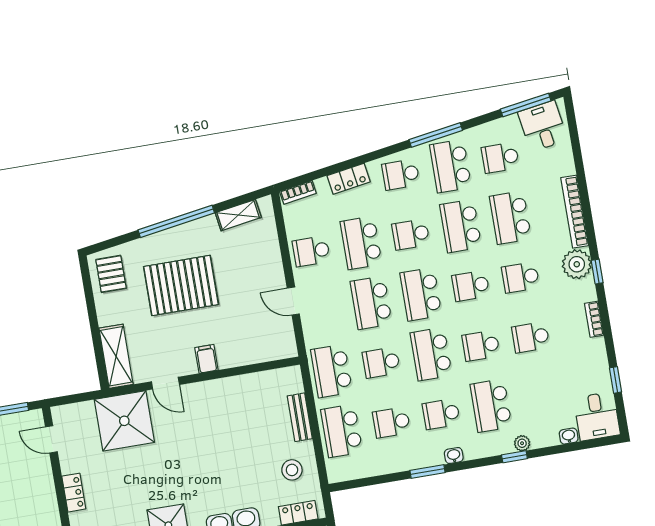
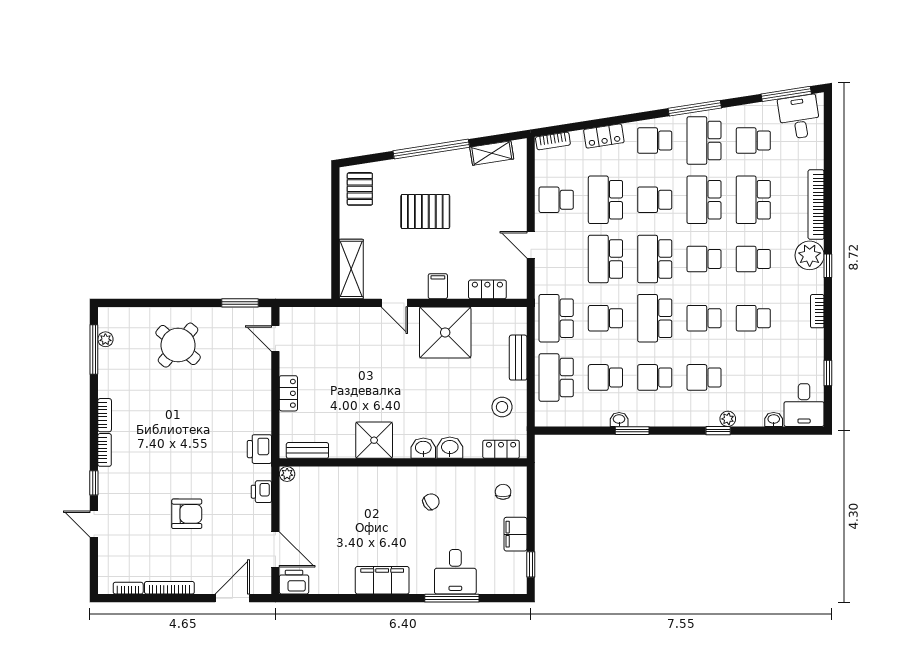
pallet: (181, 285) -> (425, 211), width x0.73, depth x0.71
locker: (257, 354) -> (487, 289), added
school desk: (491, 406) -> (704, 377), width x0.54
shower: (124, 421) -> (445, 332), moved
washbasin: (454, 456) -> (619, 419), moved

